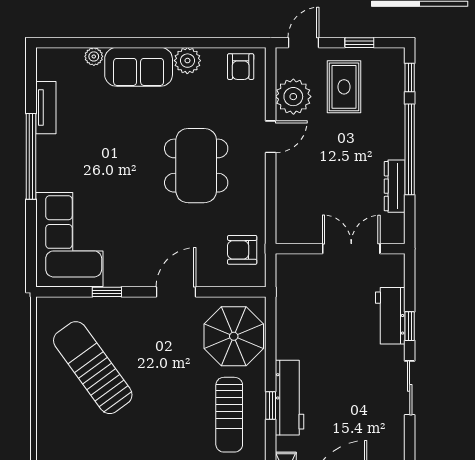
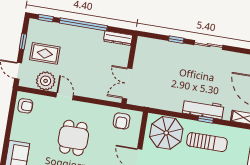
plant: (187, 61) -> (18, 133), removed
dining table: (196, 166) -> (73, 138), width x0.73
dresser: (395, 186) -> (118, 38), moved
double door: (351, 249) -> (127, 83), moved
workbench: (390, 316) -> (169, 49), removed

